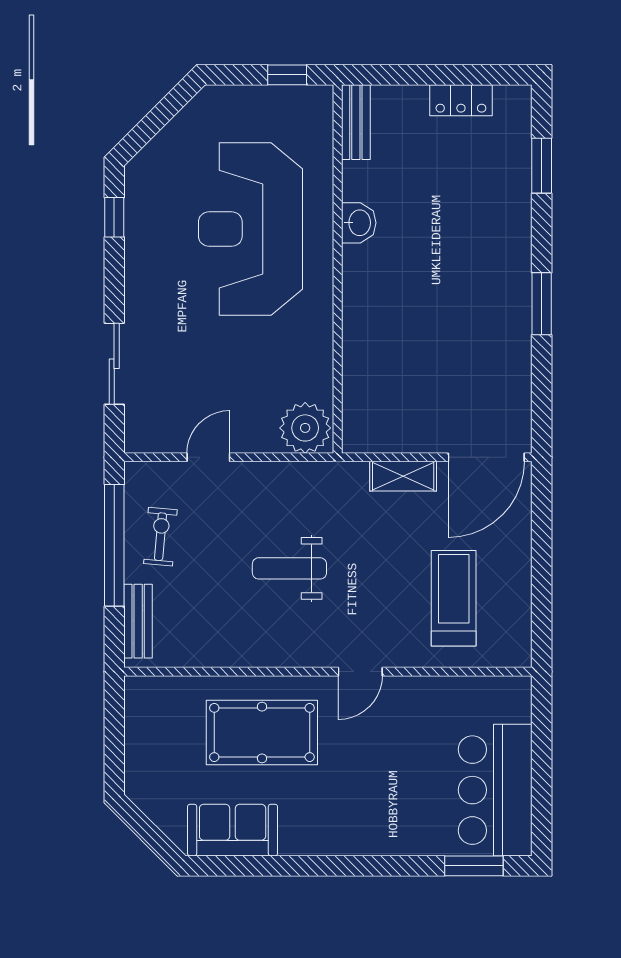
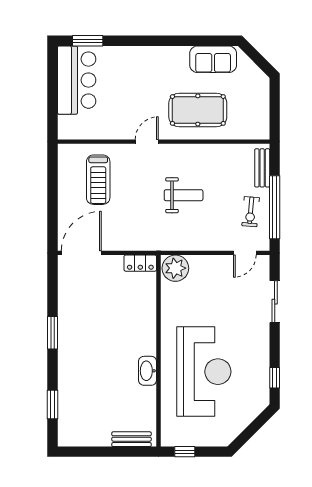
locker: (461, 100) -> (140, 263), moved, turned 180
bench: (356, 122) -> (131, 439), moved, turned 90
washbasin: (359, 223) -> (148, 371), width x1.38
door: (208, 457) -> (245, 253), moved
shelving: (403, 476) -> (124, 243), removed

